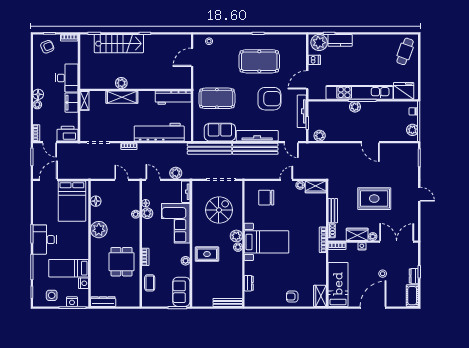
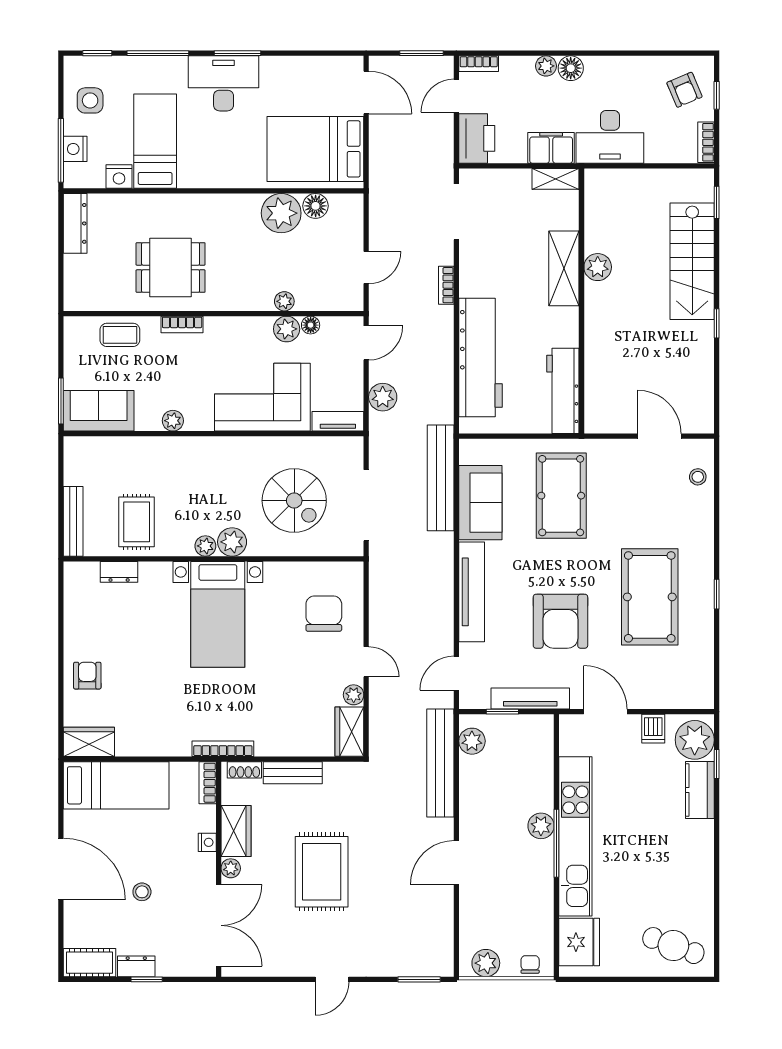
bench: (255, 149) -> (440, 763), moved
plant: (99, 230) -> (281, 213), moved
rug: (207, 254) -> (137, 522), moved

